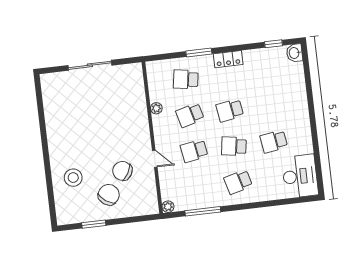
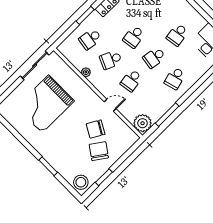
sliding door: (90, 65) -> (35, 65), moved
grand piano: (93, 108) -> (45, 104), added
school desk: (190, 115) -> (111, 60), turned 39
window: (48, 171) -> (48, 166), added
stool: (73, 178) -> (81, 182), moved
plant: (168, 207) -> (143, 123), width x1.87, depth x1.87

